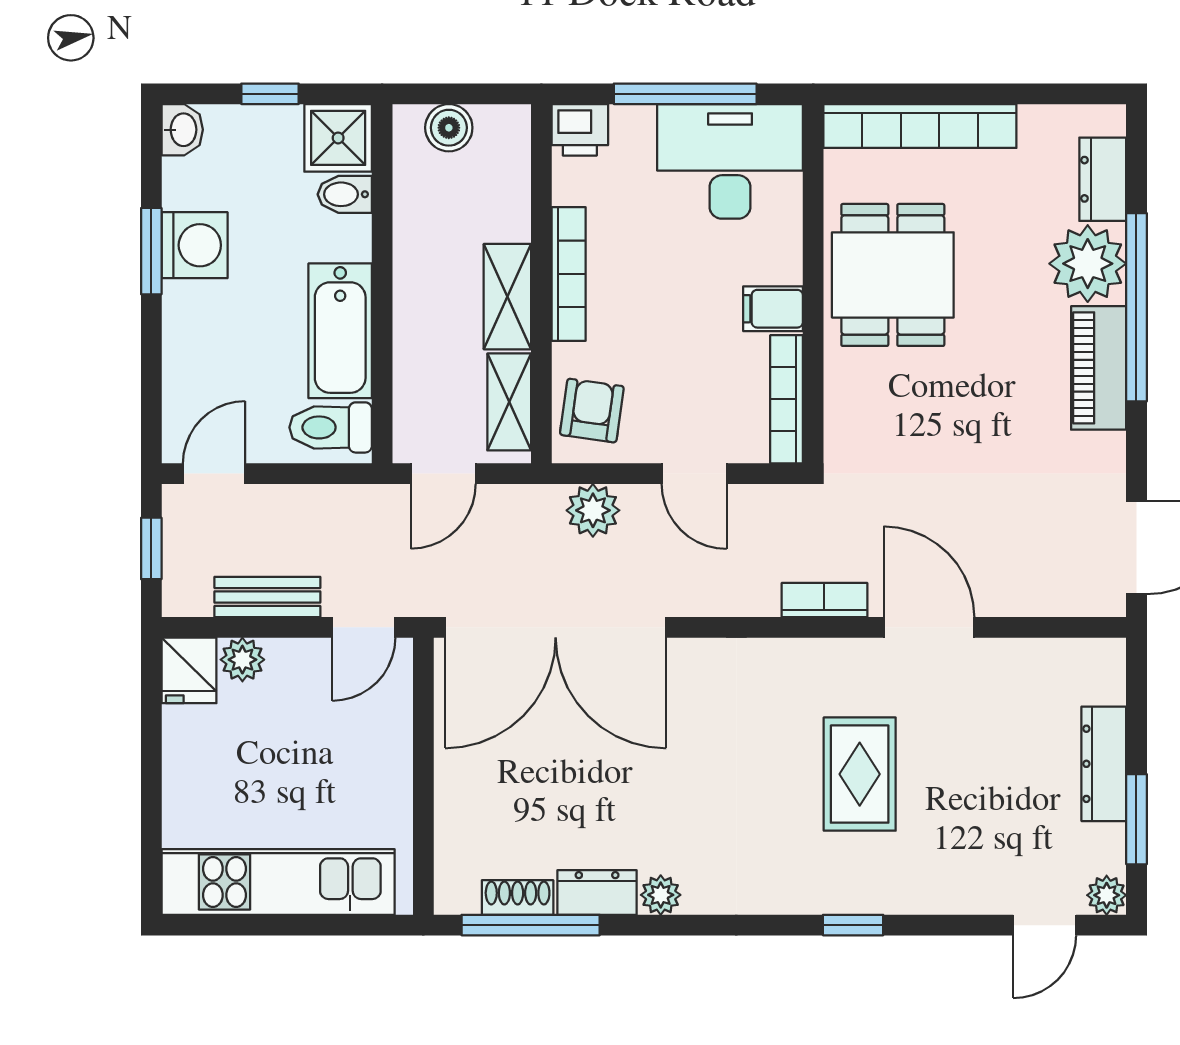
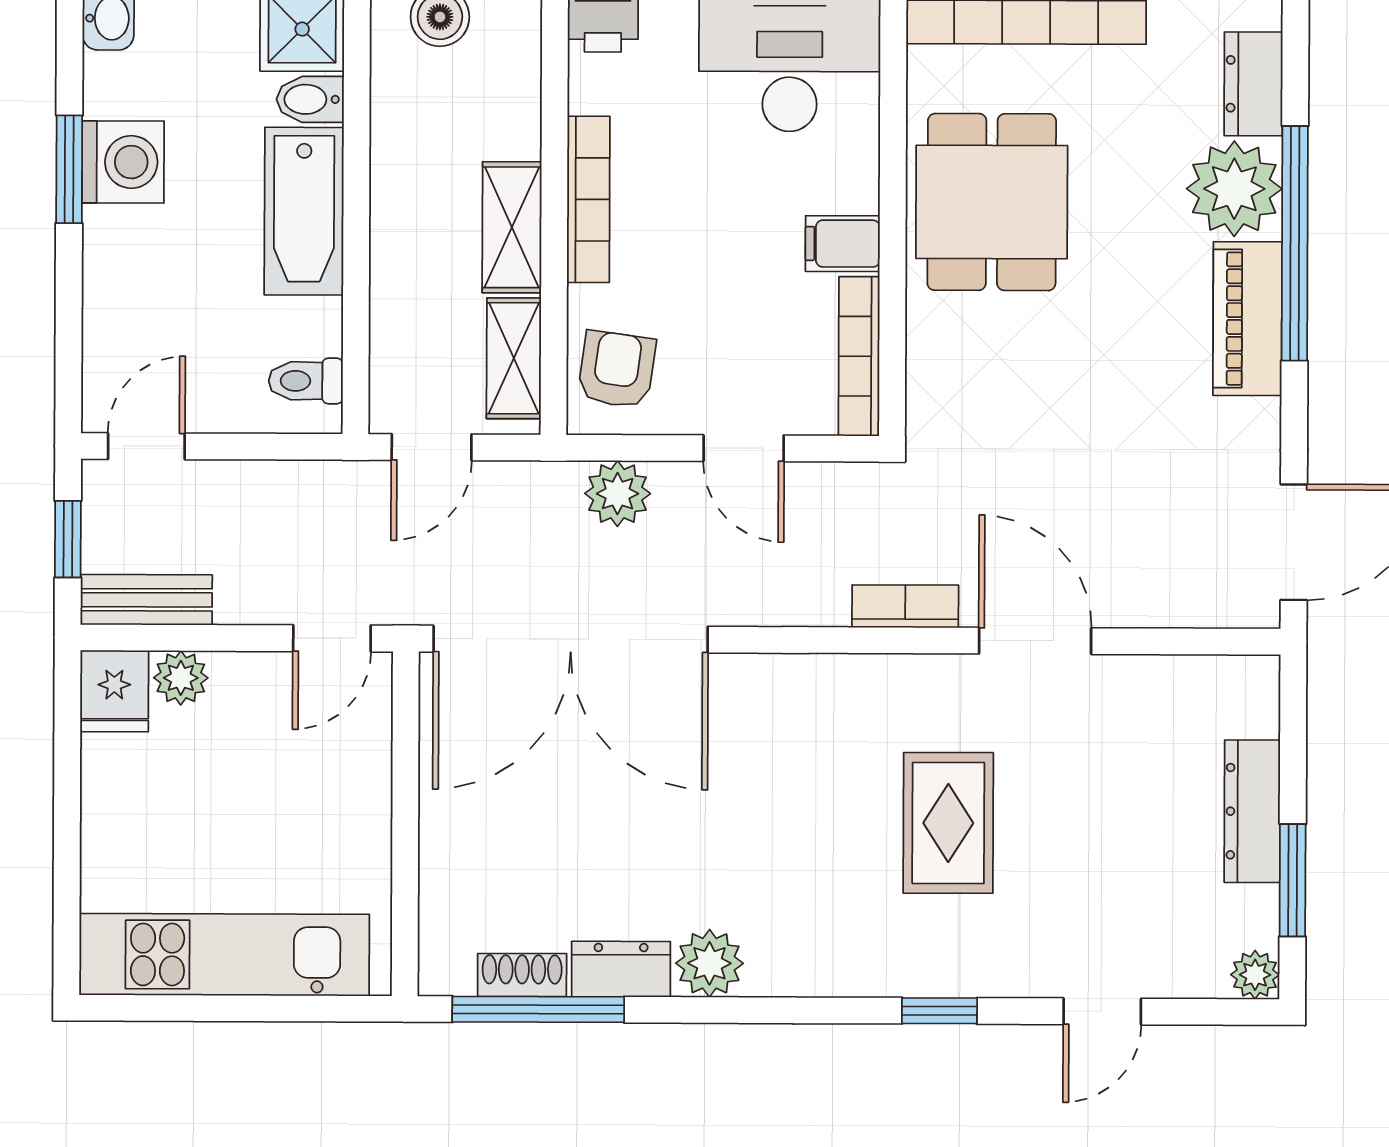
bathtub: (340, 331) -> (304, 211), moved
toilet: (331, 427) -> (306, 381), width x0.73, depth x0.72
bench: (267, 597) -> (146, 600), moved
plant: (661, 895) -> (709, 963), width x1.38, depth x1.38
door: (1045, 925) -> (1102, 1011), moved

